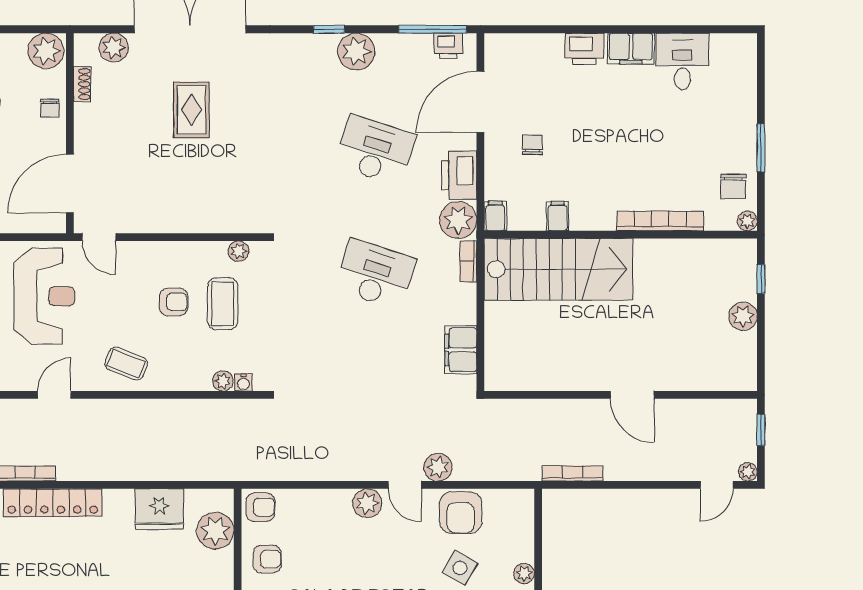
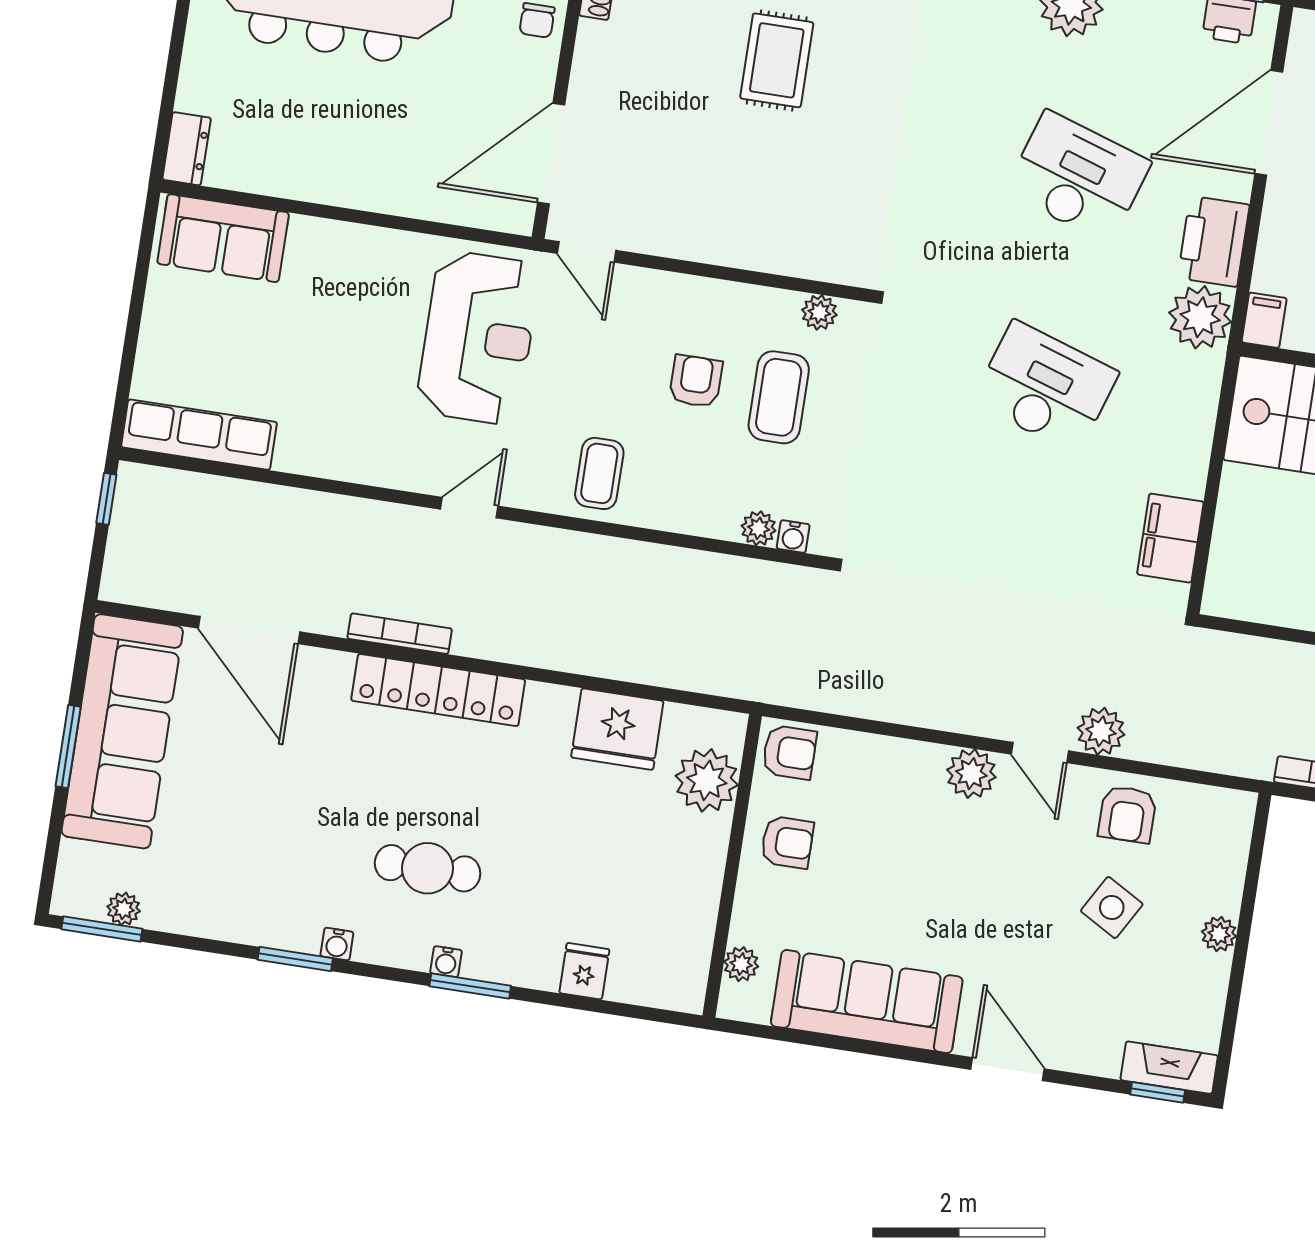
bookcase: (468, 261) -> (1207, 390), removed
armchair: (173, 302) -> (696, 381), turned -90
coffee table: (126, 364) -> (599, 473), turned 69
armchair: (461, 513) -> (1127, 814), width x0.72, depth x0.72

